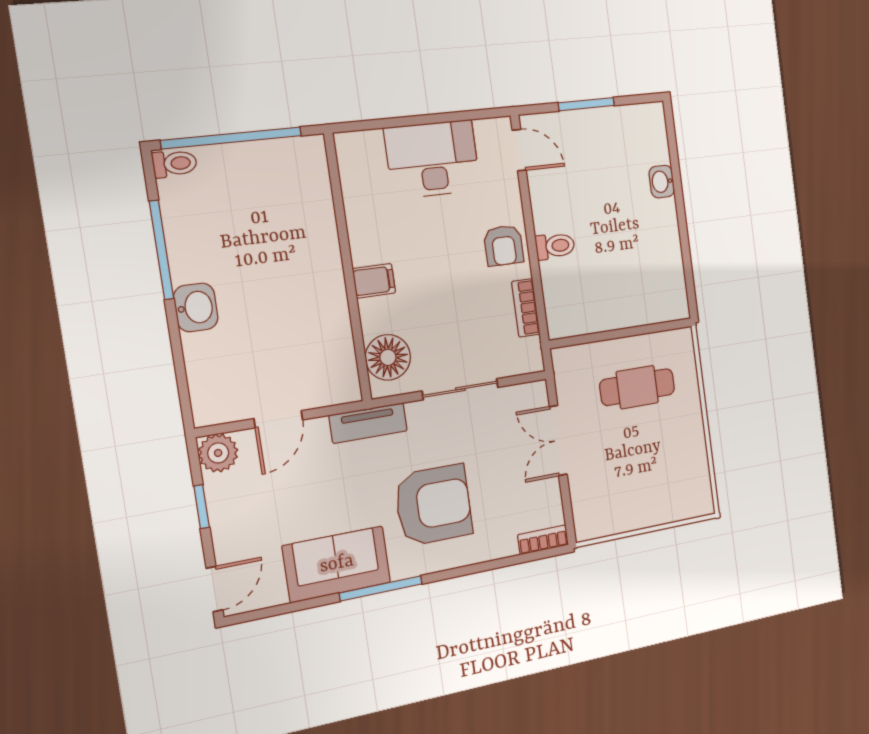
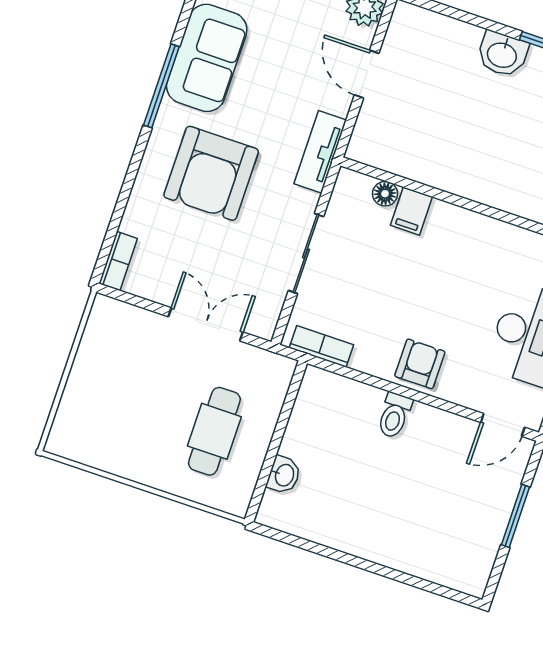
washbasin: (662, 182) -> (284, 475), moved, turned 90
armchair: (504, 245) -> (420, 364), turned 90
filing cabinet: (374, 281) -> (411, 211), moved
bookcase: (526, 308) -> (321, 346), moved
floor lamp: (388, 357) -> (385, 194), width x0.53, depth x0.53

